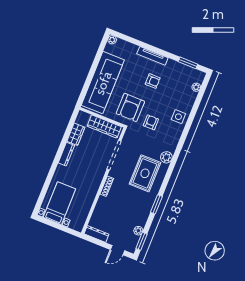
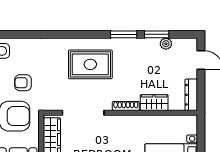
plant: (166, 157) -> (59, 46), removed
wardrobe: (101, 206) -> (154, 103), added
window: (142, 241) -> (157, 34), moved

